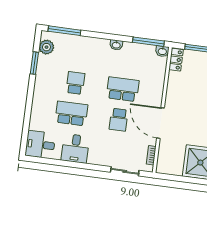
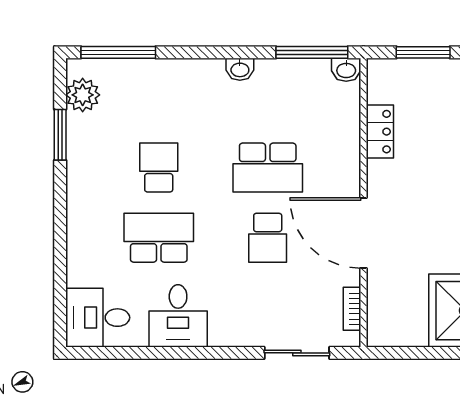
locker: (176, 60) -> (380, 132), moved
school desk: (123, 89) -> (268, 168), turned 180

